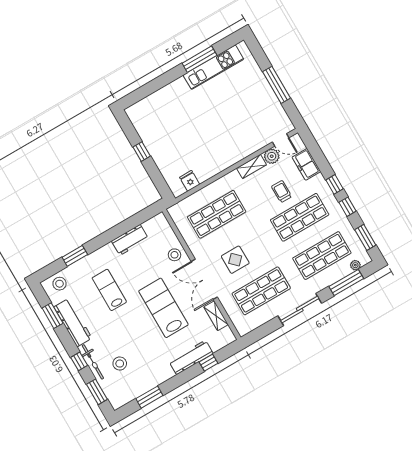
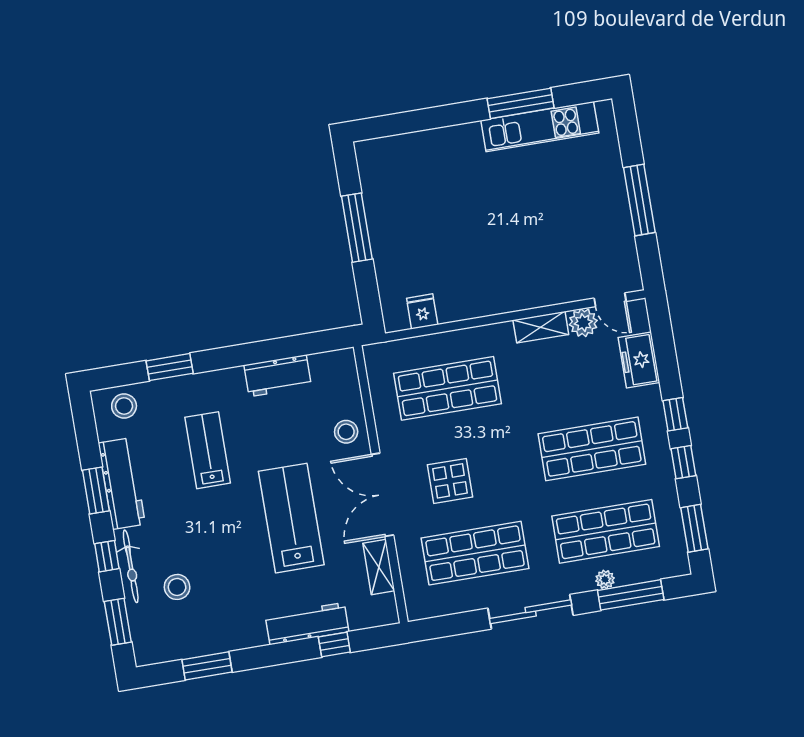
window: (142, 152) -> (357, 228), width x2.17
trolley: (282, 192) -> (577, 391), removed
plant: (355, 265) -> (605, 579), moved
window: (53, 316) -> (96, 491), moved

